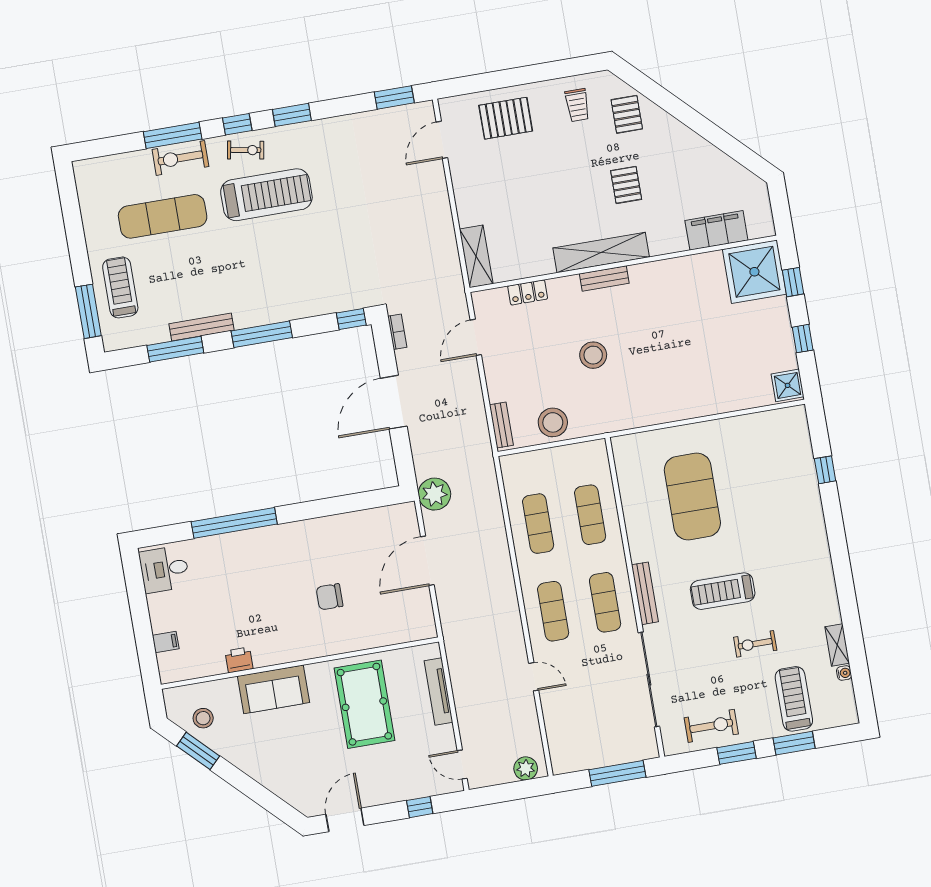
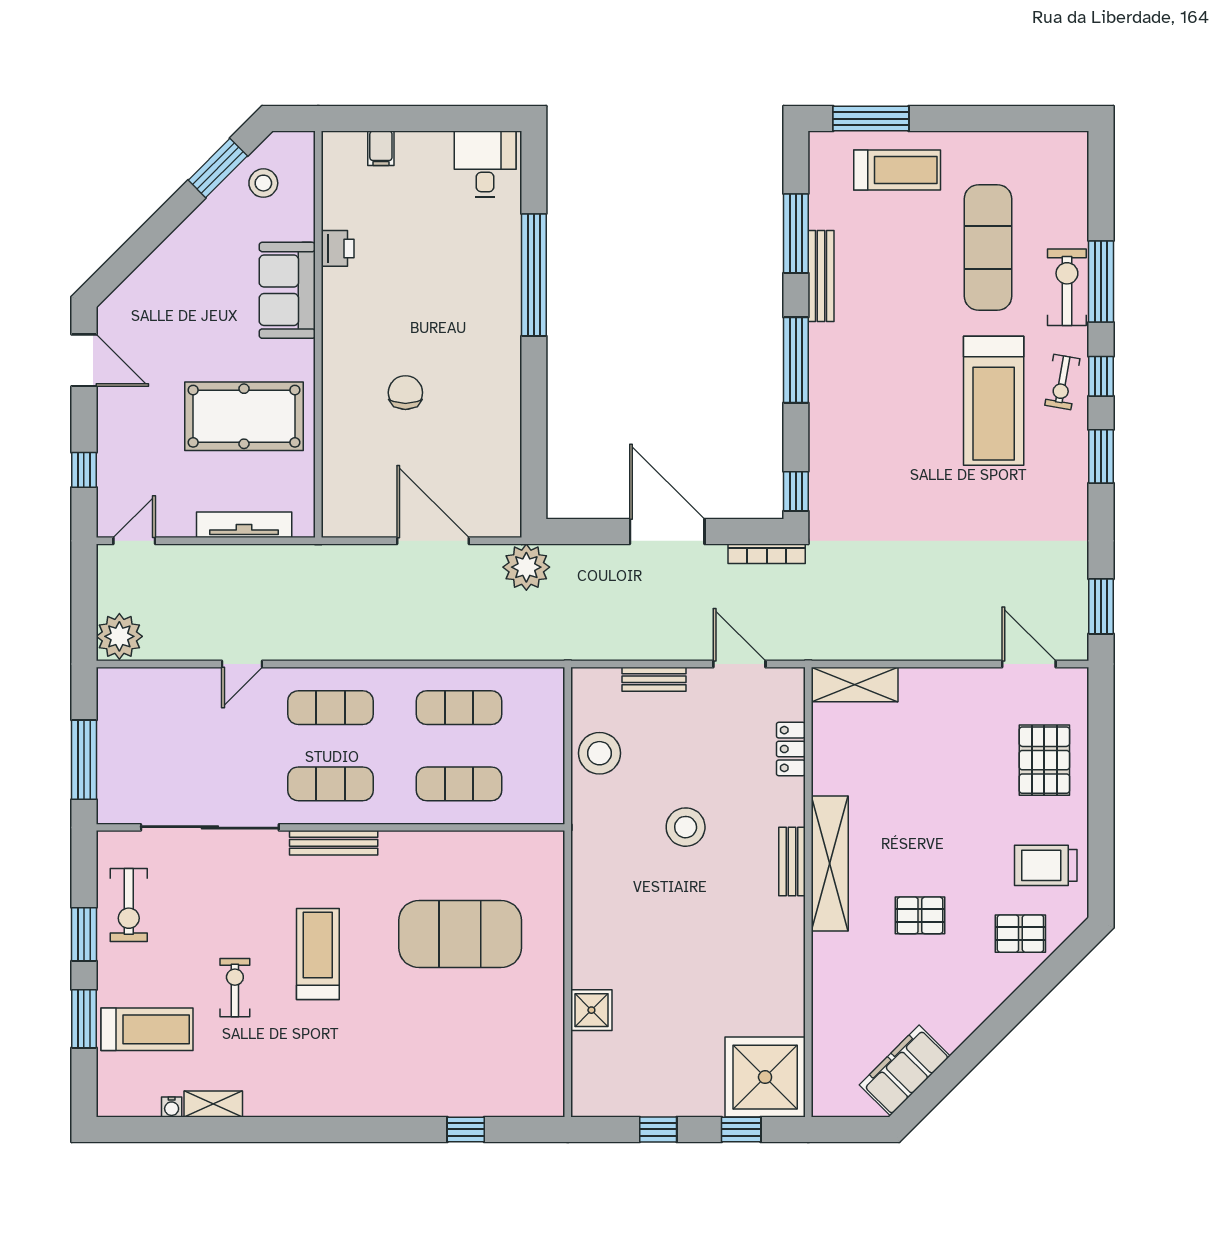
trolley: (577, 105) -> (1046, 865), width x1.36, depth x1.39
filing cabinet: (716, 230) -> (905, 1070), moved, turned -135
bookcase: (397, 332) -> (767, 554), width x1.56
shower: (788, 385) -> (591, 1010), moved
bench: (501, 425) -> (654, 679), moved
plant: (526, 768) -> (119, 636), width x1.36, depth x1.36

